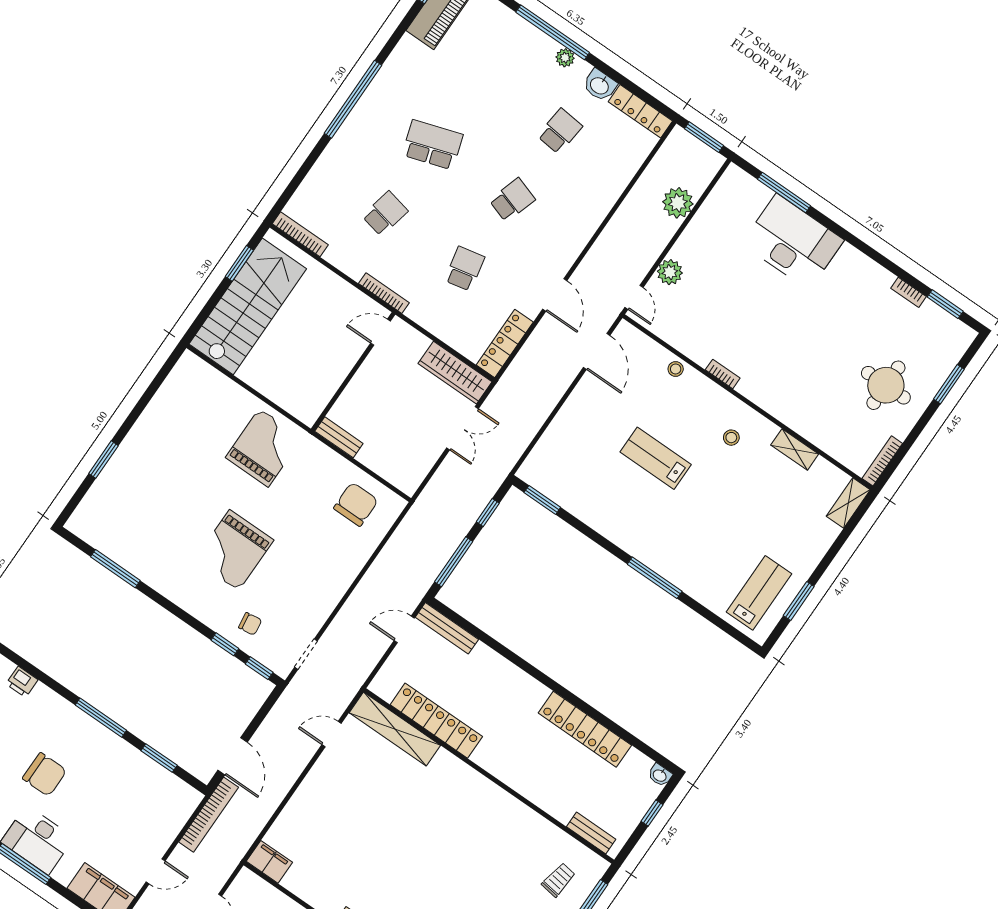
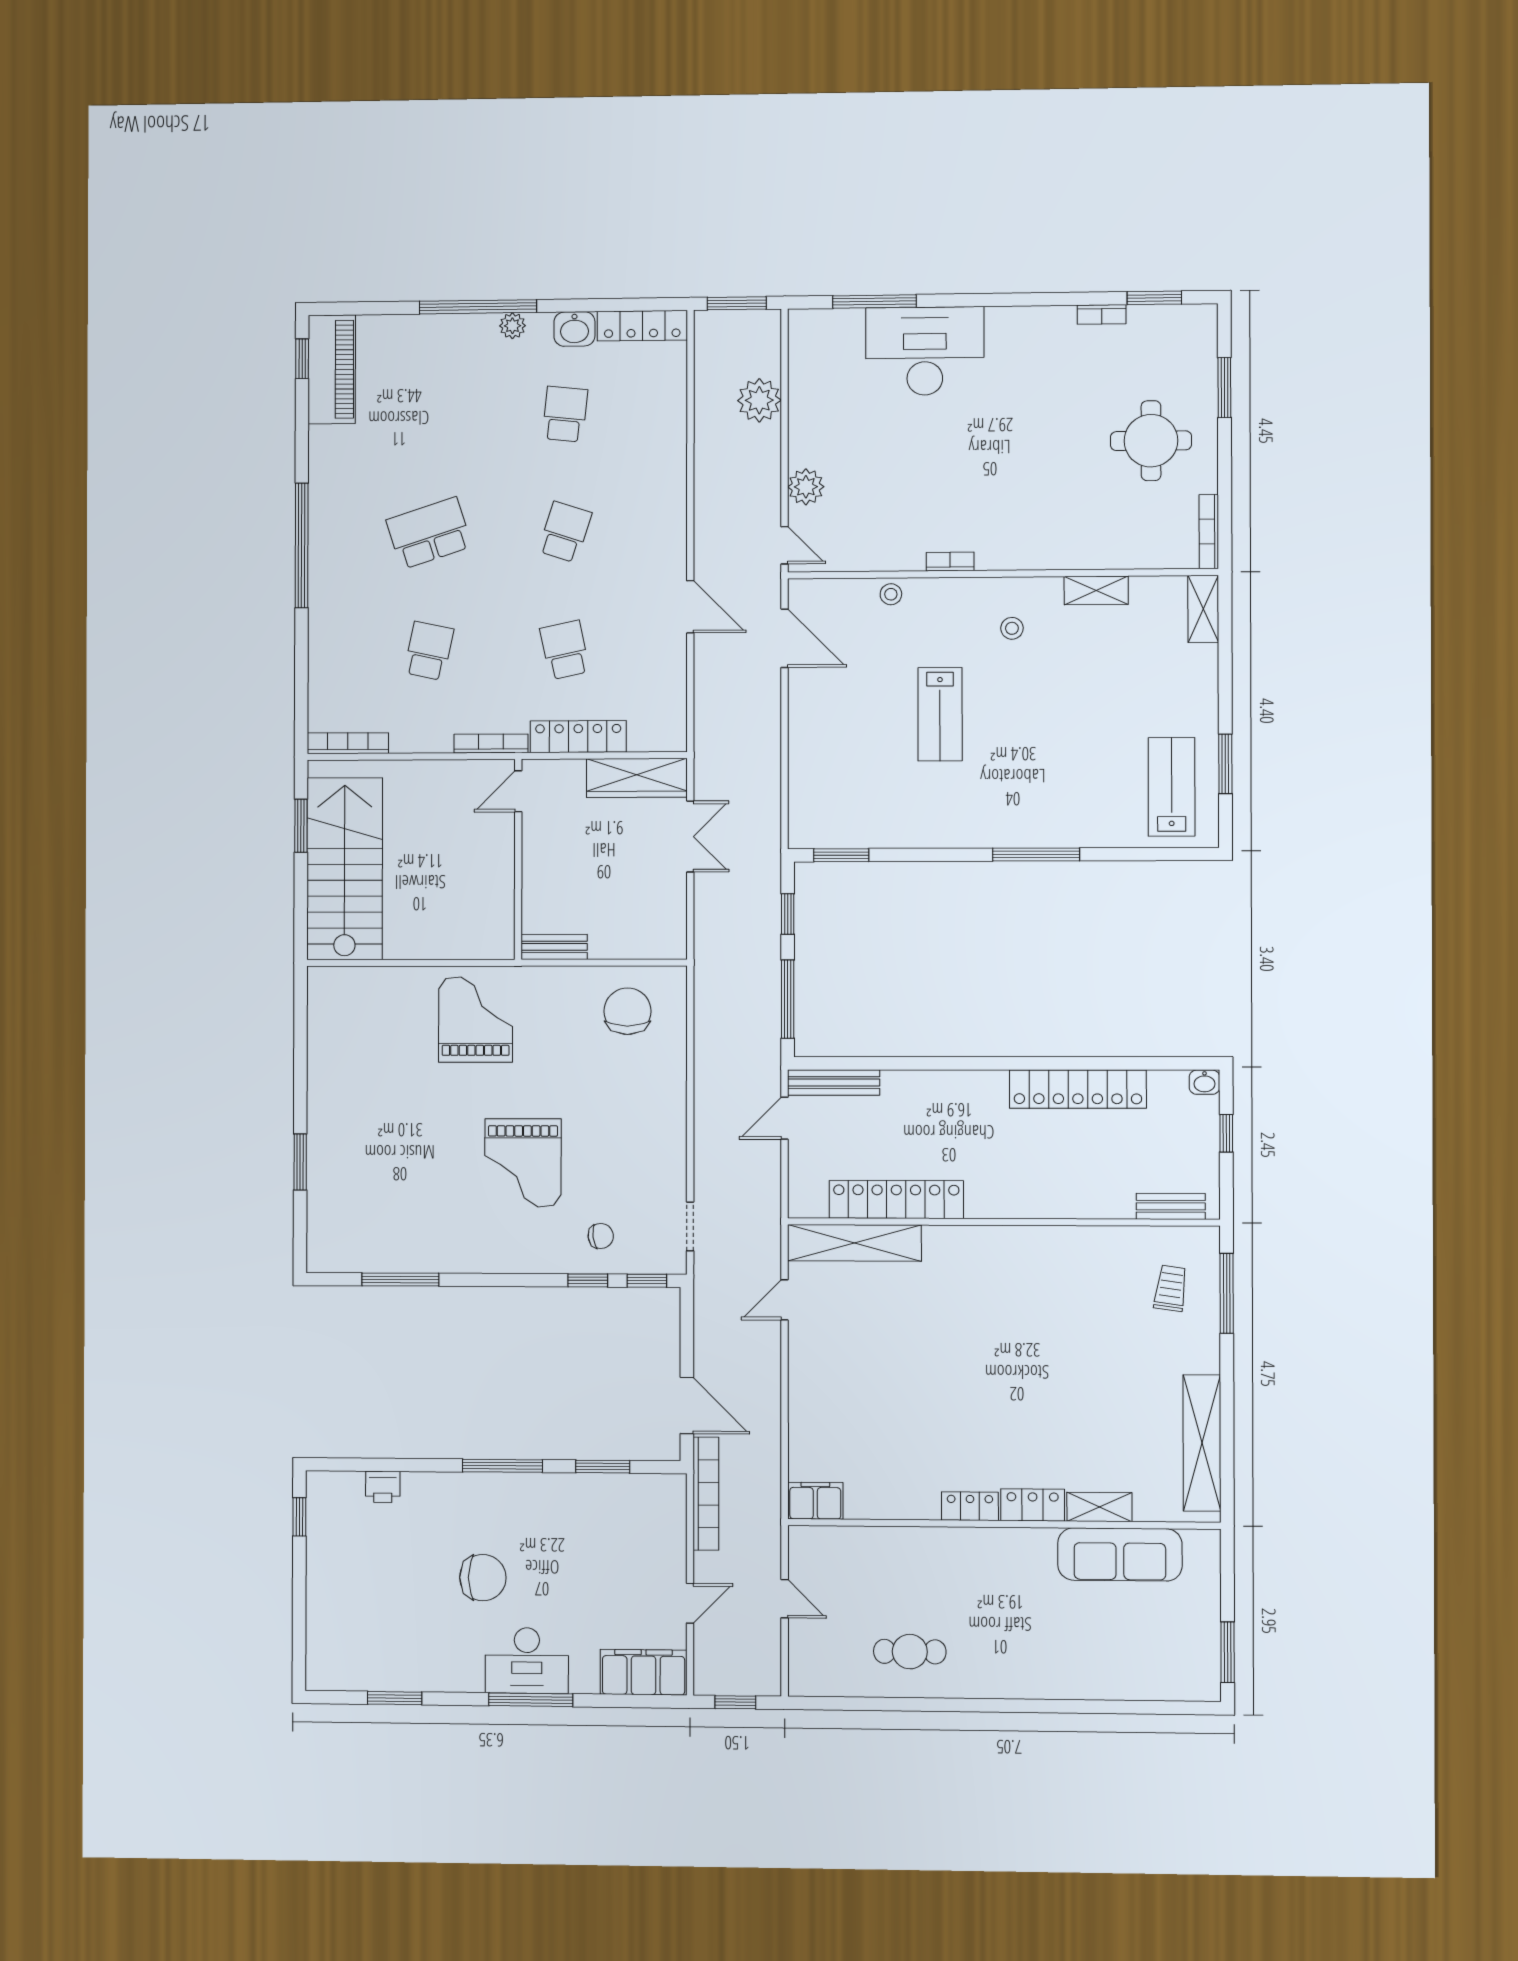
locker: (505, 344) -> (578, 737), moved, turned 90
lab bench: (656, 458) -> (940, 714), turned -90

